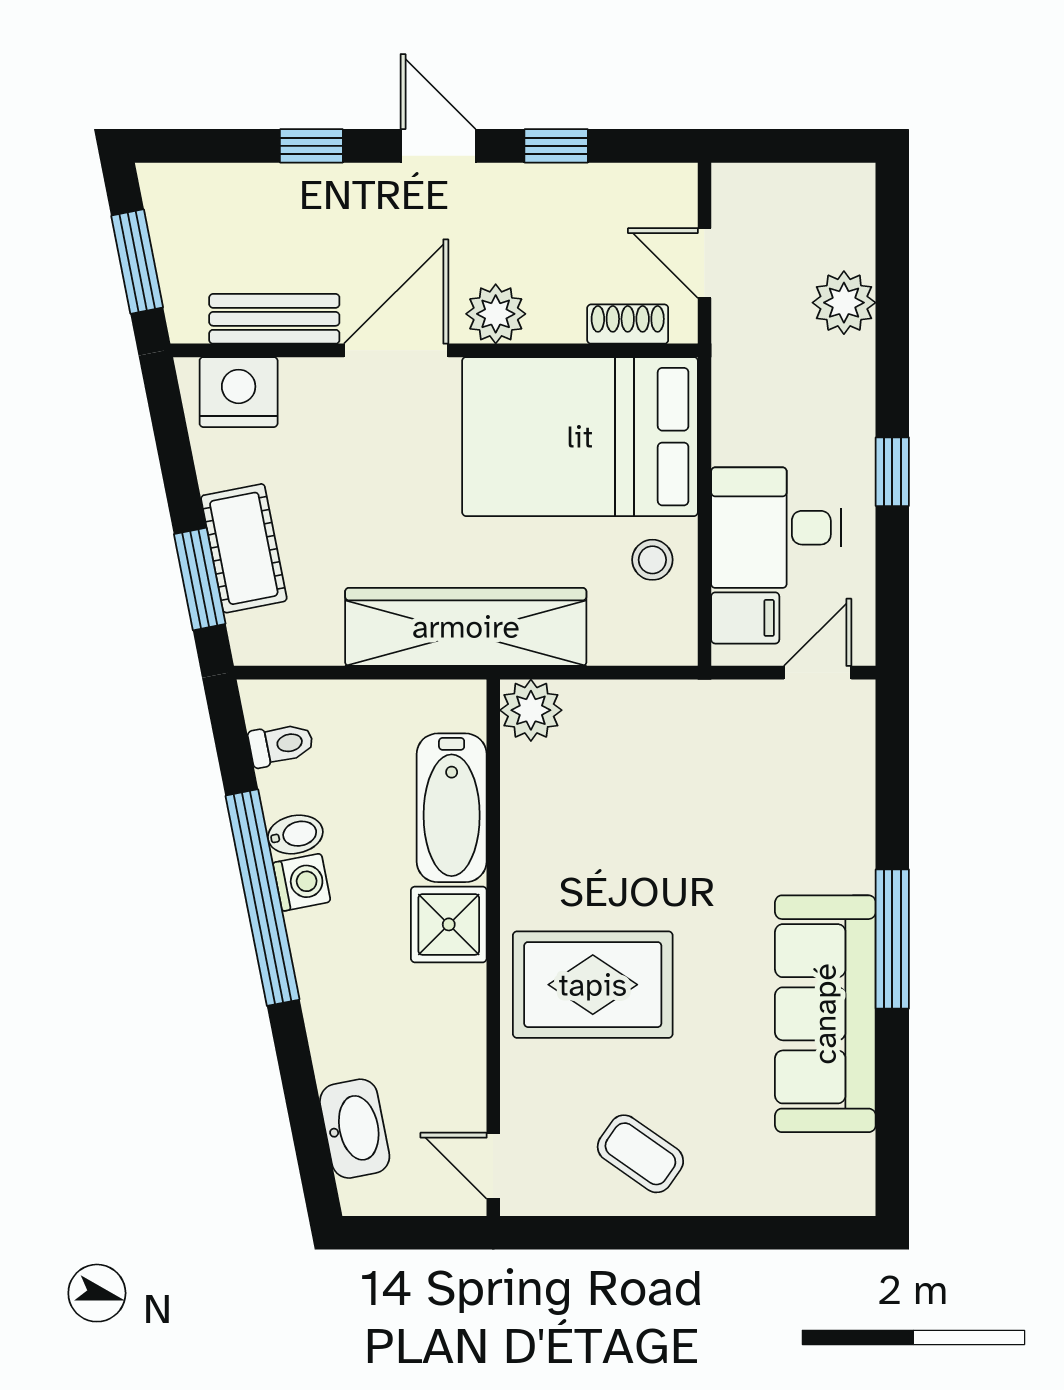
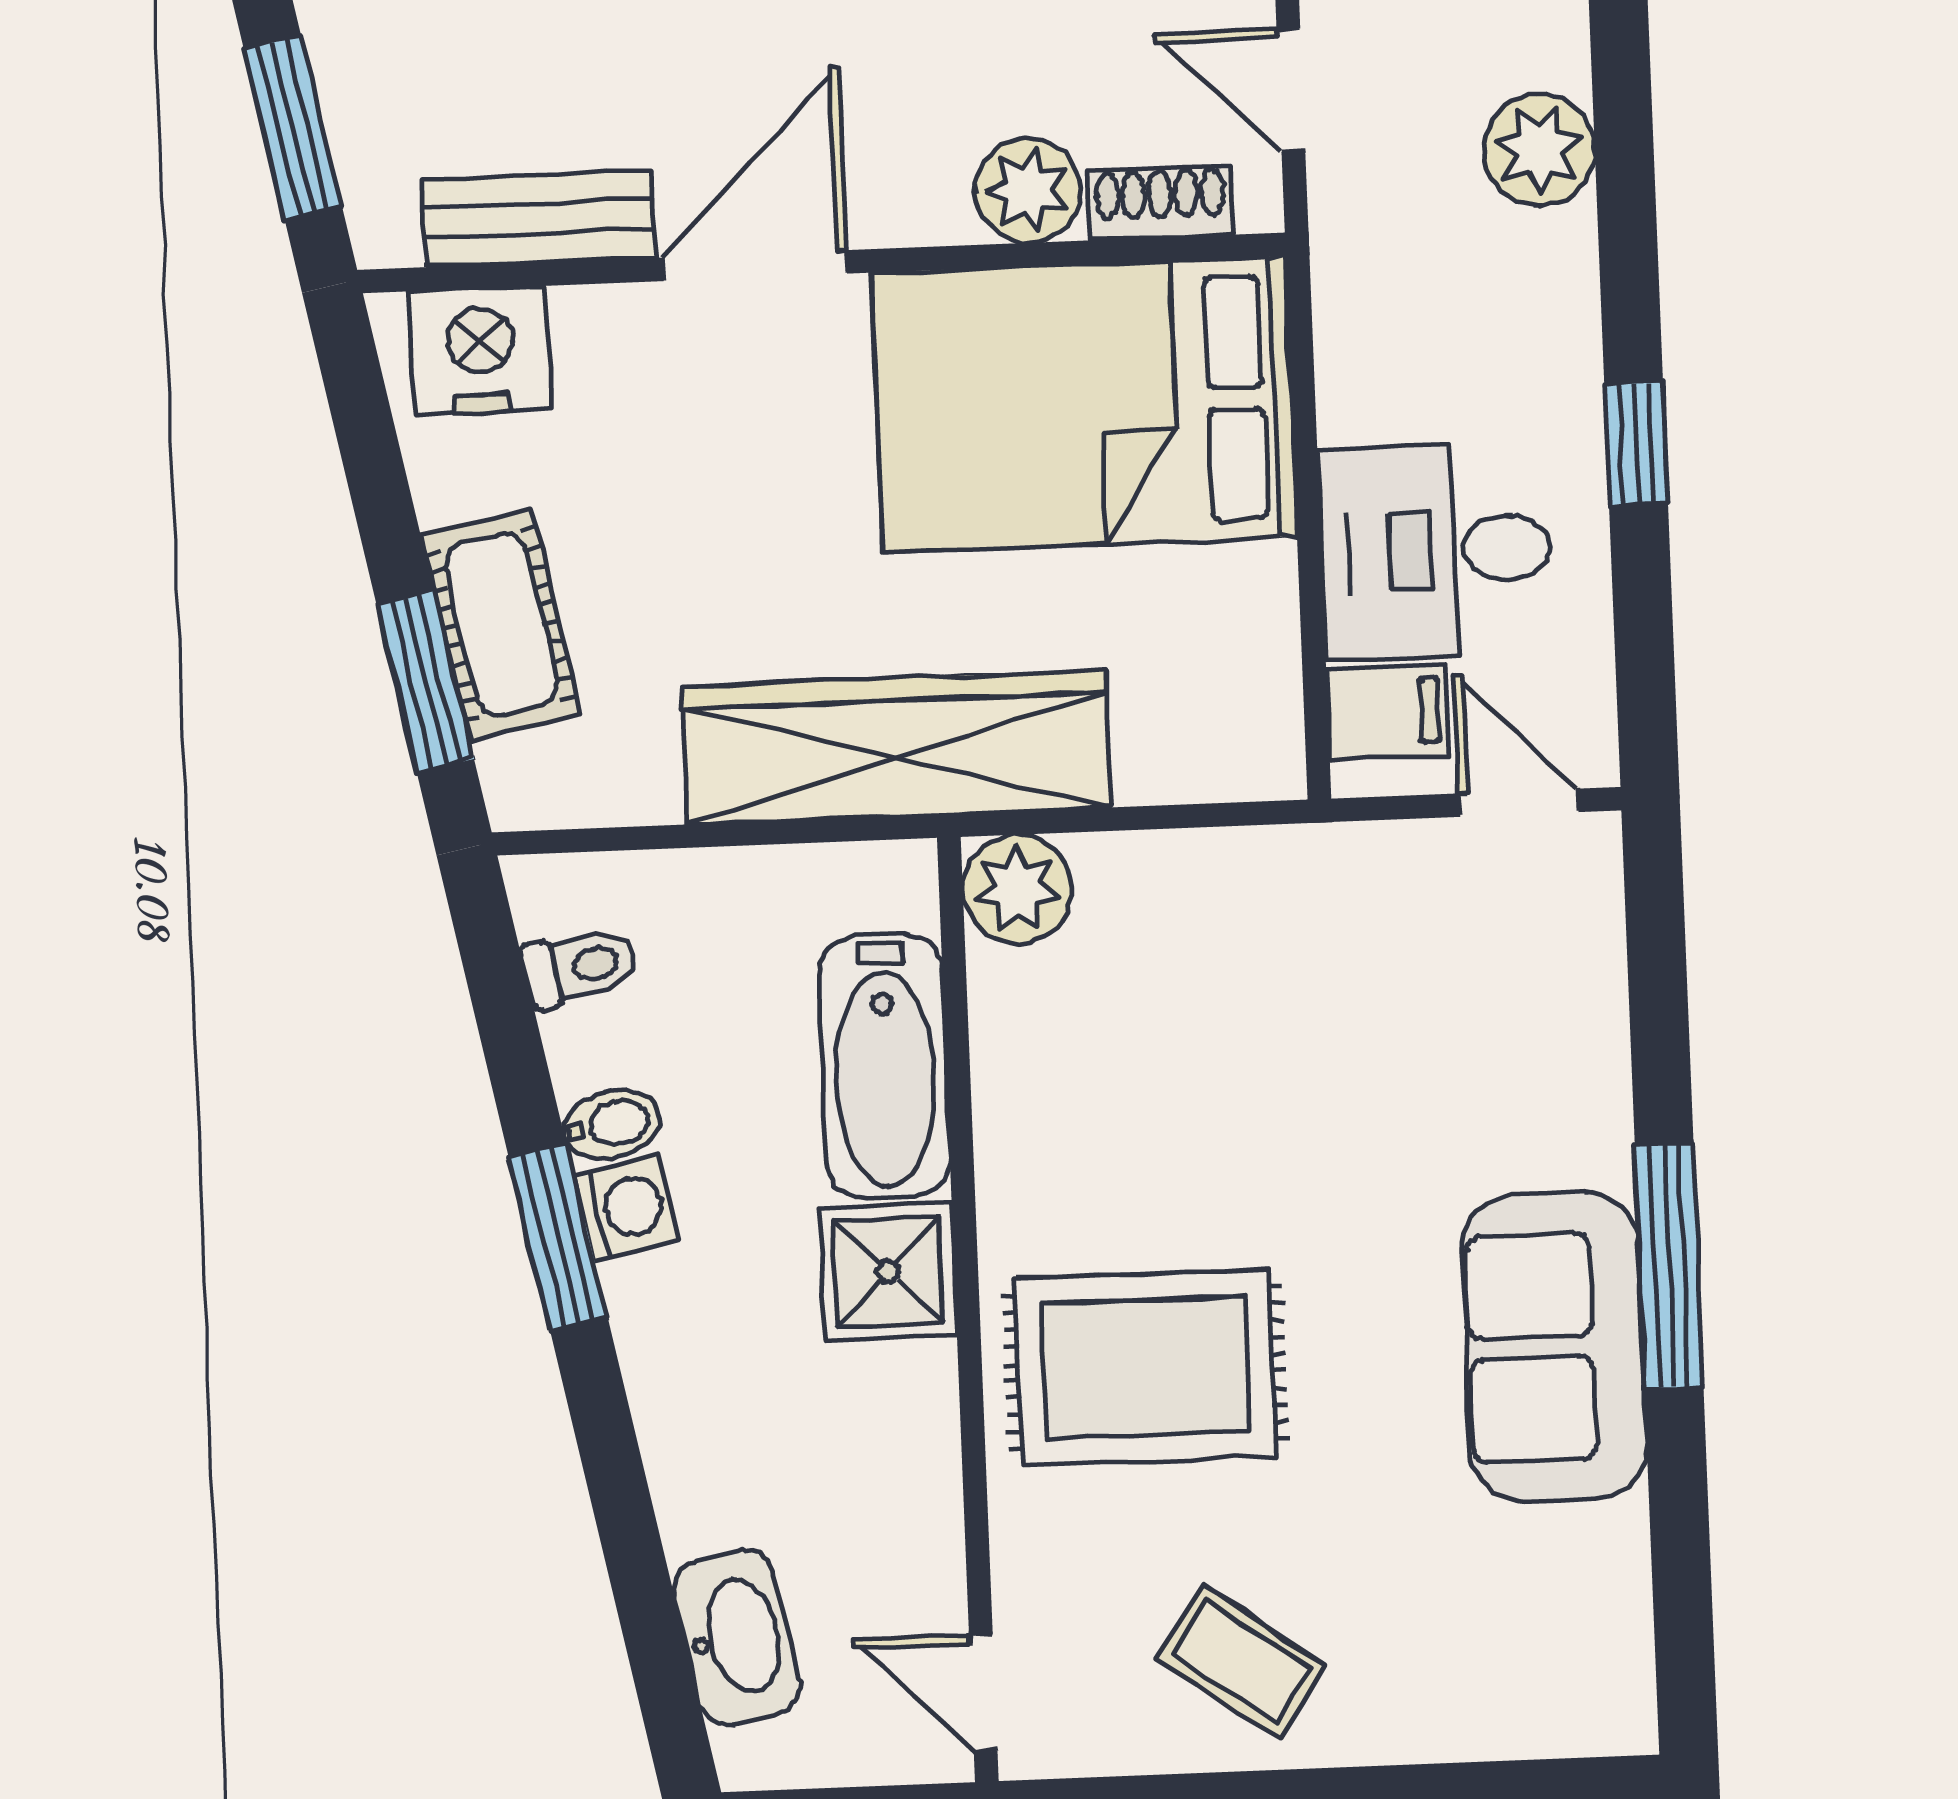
plant: (496, 314) -> (1028, 190), moved
stool: (652, 560) -> (1220, 616), removed
door: (818, 673) -> (1519, 803), hinge flipped
window: (262, 898) -> (558, 1238), width x0.47
sofa: (825, 1014) -> (1554, 1347), width x0.73

